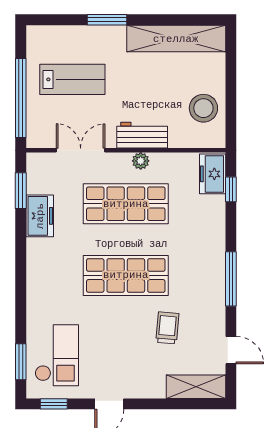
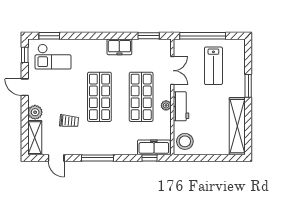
stool: (203, 108) -> (185, 141), moved
freezer: (213, 174) -> (154, 147), width x1.40
freezer: (40, 216) -> (119, 47), moved
door: (231, 350) -> (56, 158), hinge flipped
plant: (152, 386) -> (35, 112), added

